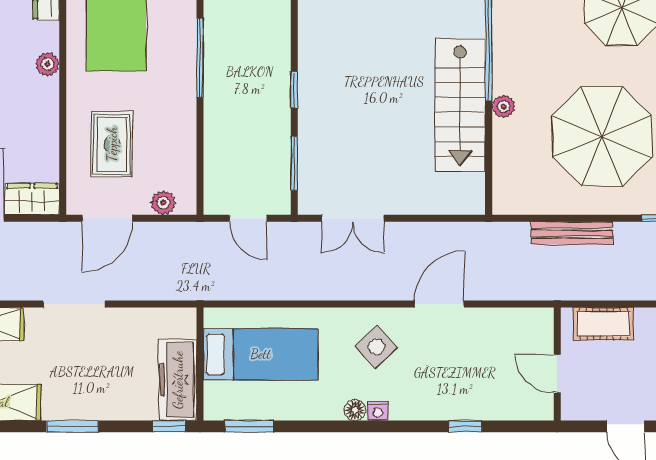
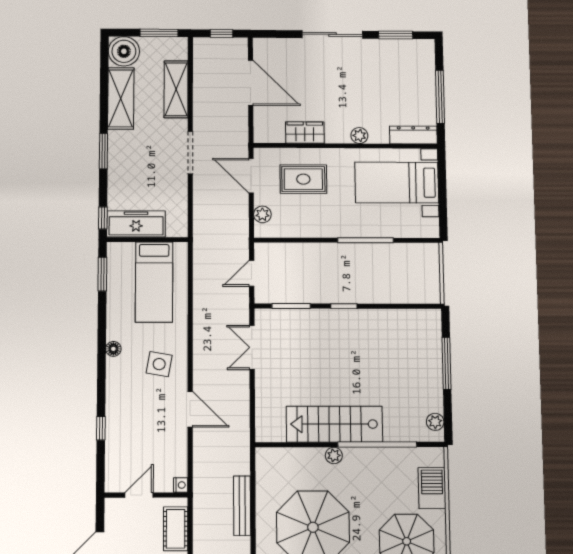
wardrobe: (32, 199) -> (305, 133), moved, turned -90
side table: (376, 347) -> (159, 364), turned -37
nightstand: (378, 411) -> (181, 485), moved, turned 180

